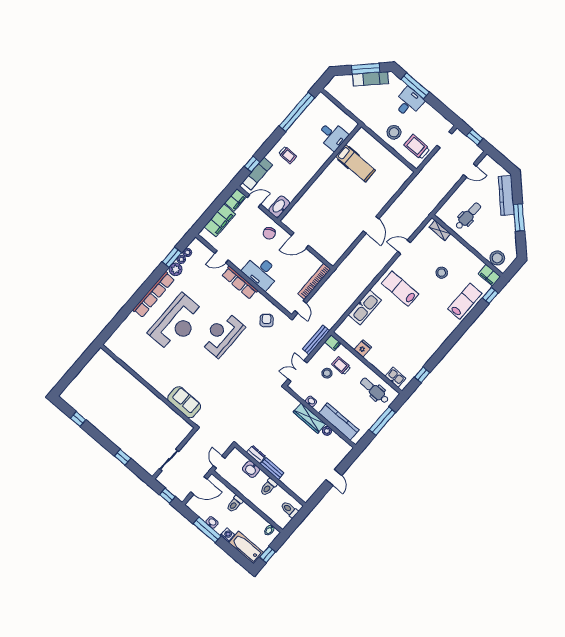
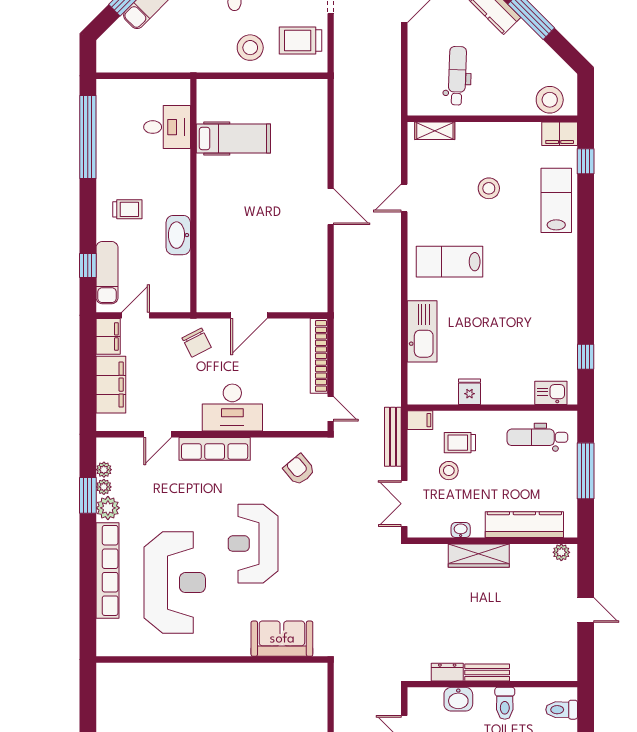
washbasin: (279, 207) -> (178, 235), moved
wall: (148, 386) -> (212, 660), moved
sofa: (184, 402) -> (282, 639), moved
plant: (327, 431) -> (561, 552), moved

